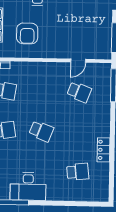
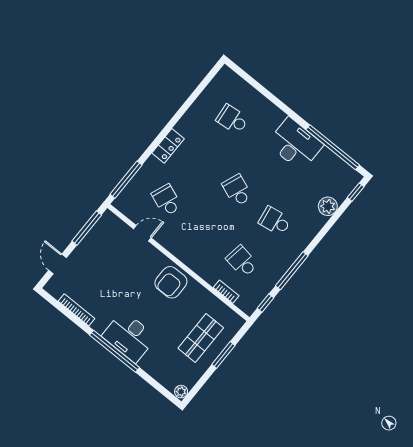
armchair: (27, 33) -> (171, 282), moved, turned 180
locker: (103, 150) -> (168, 146), moved

